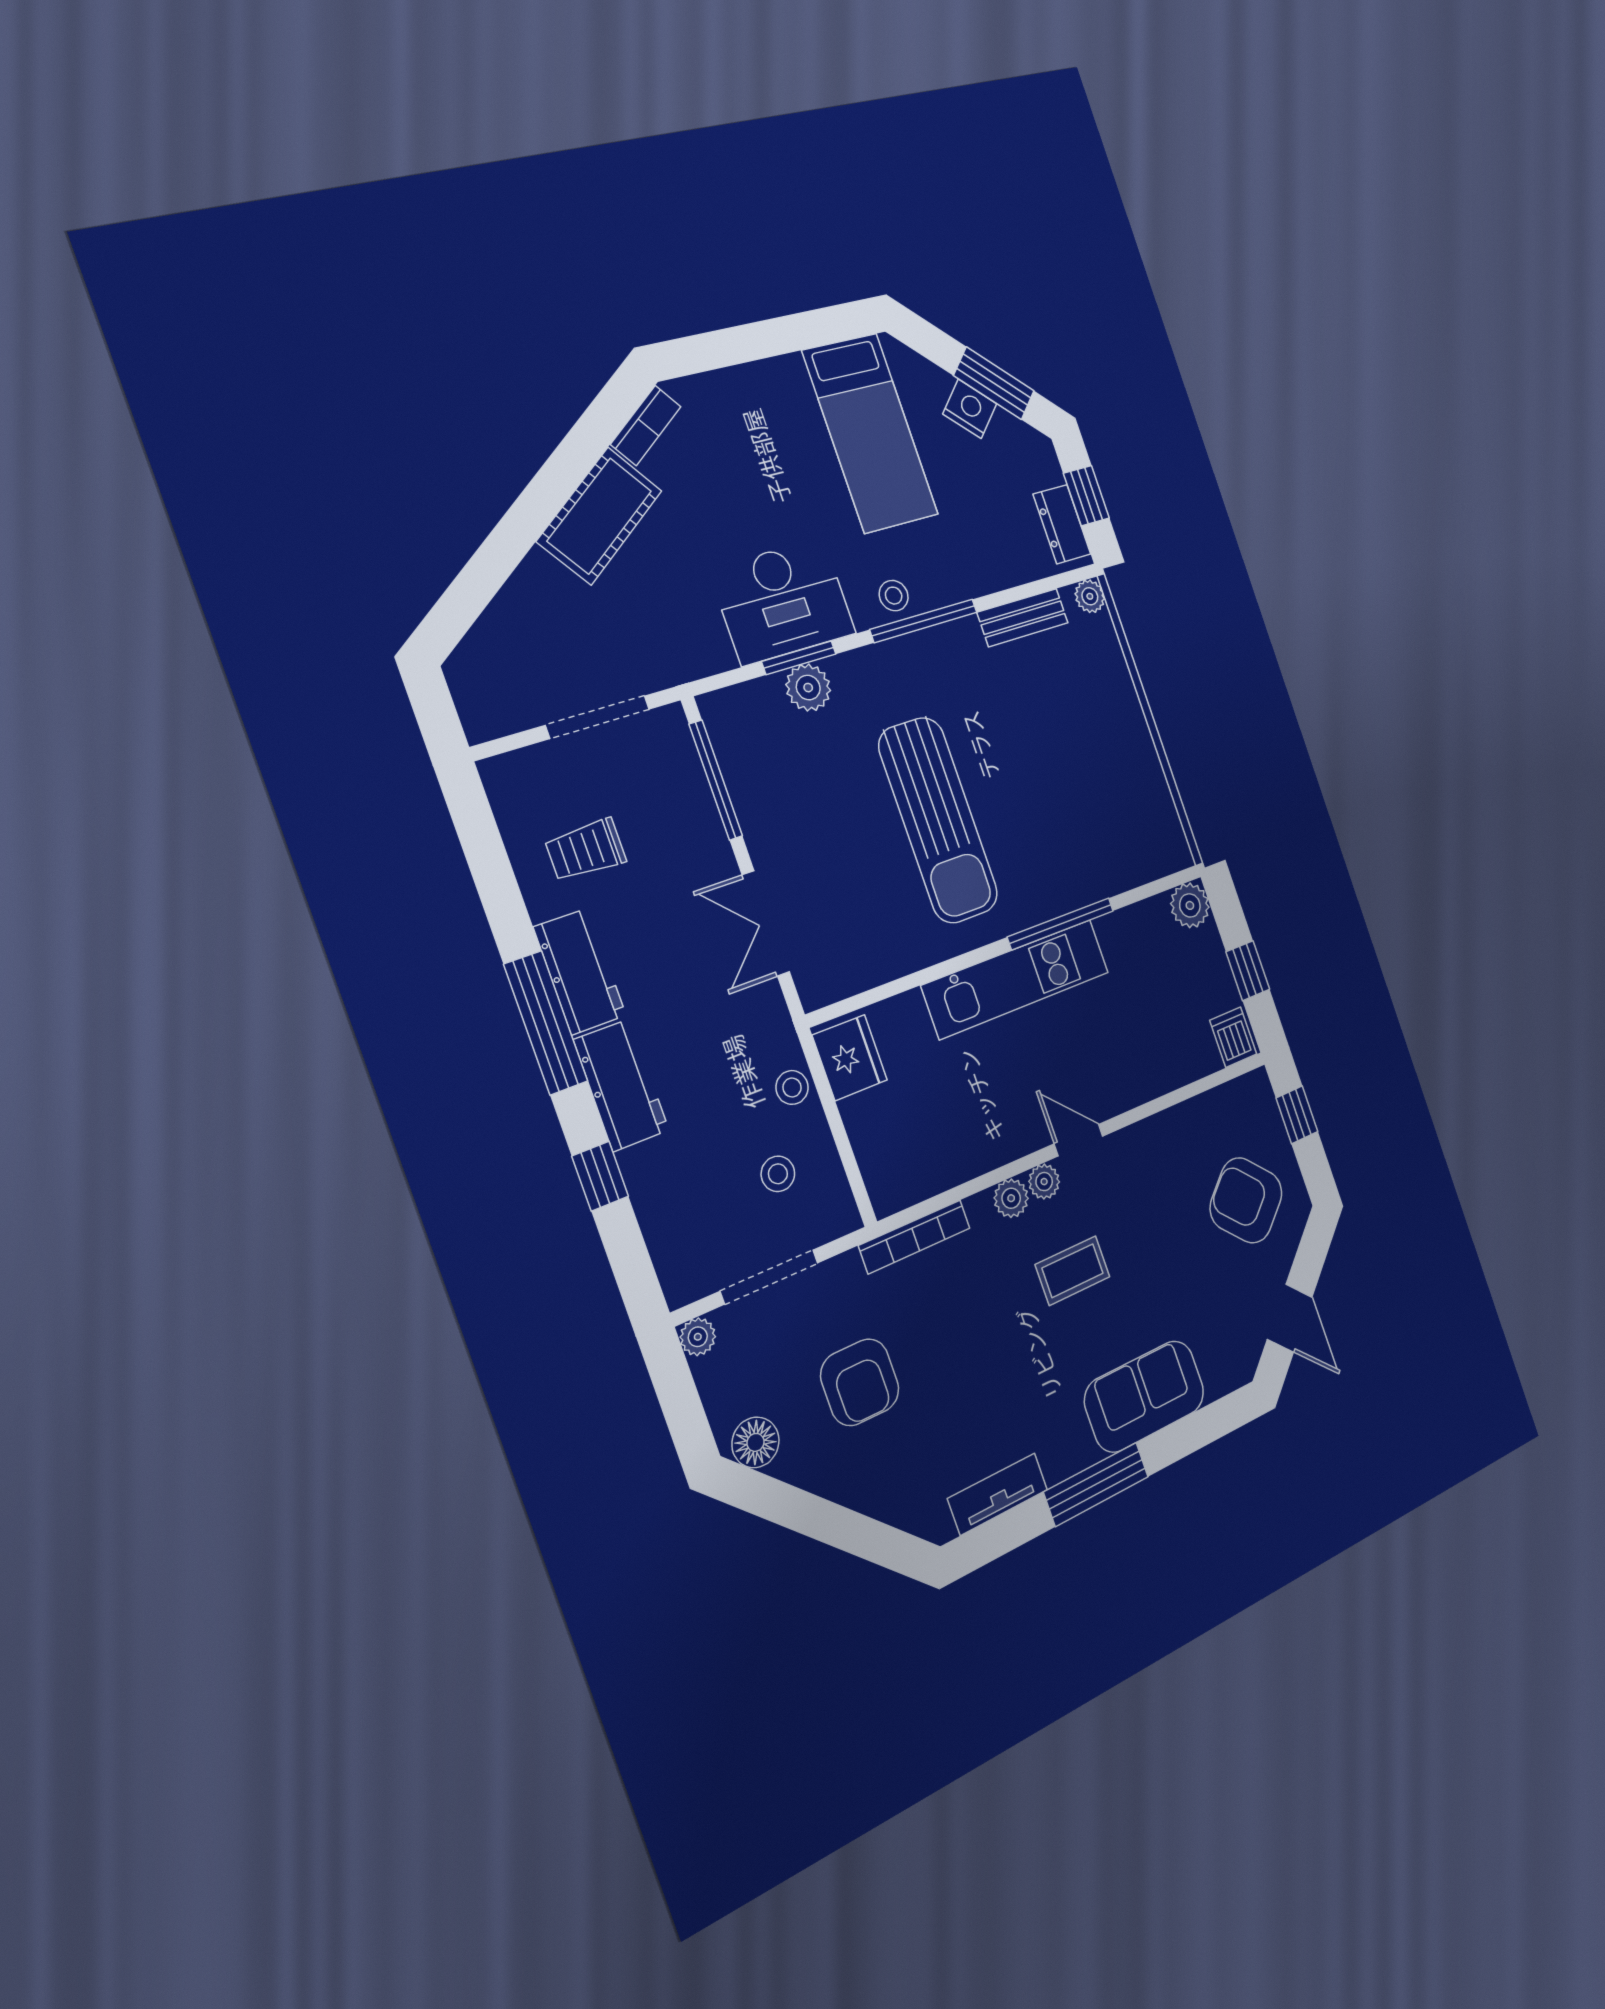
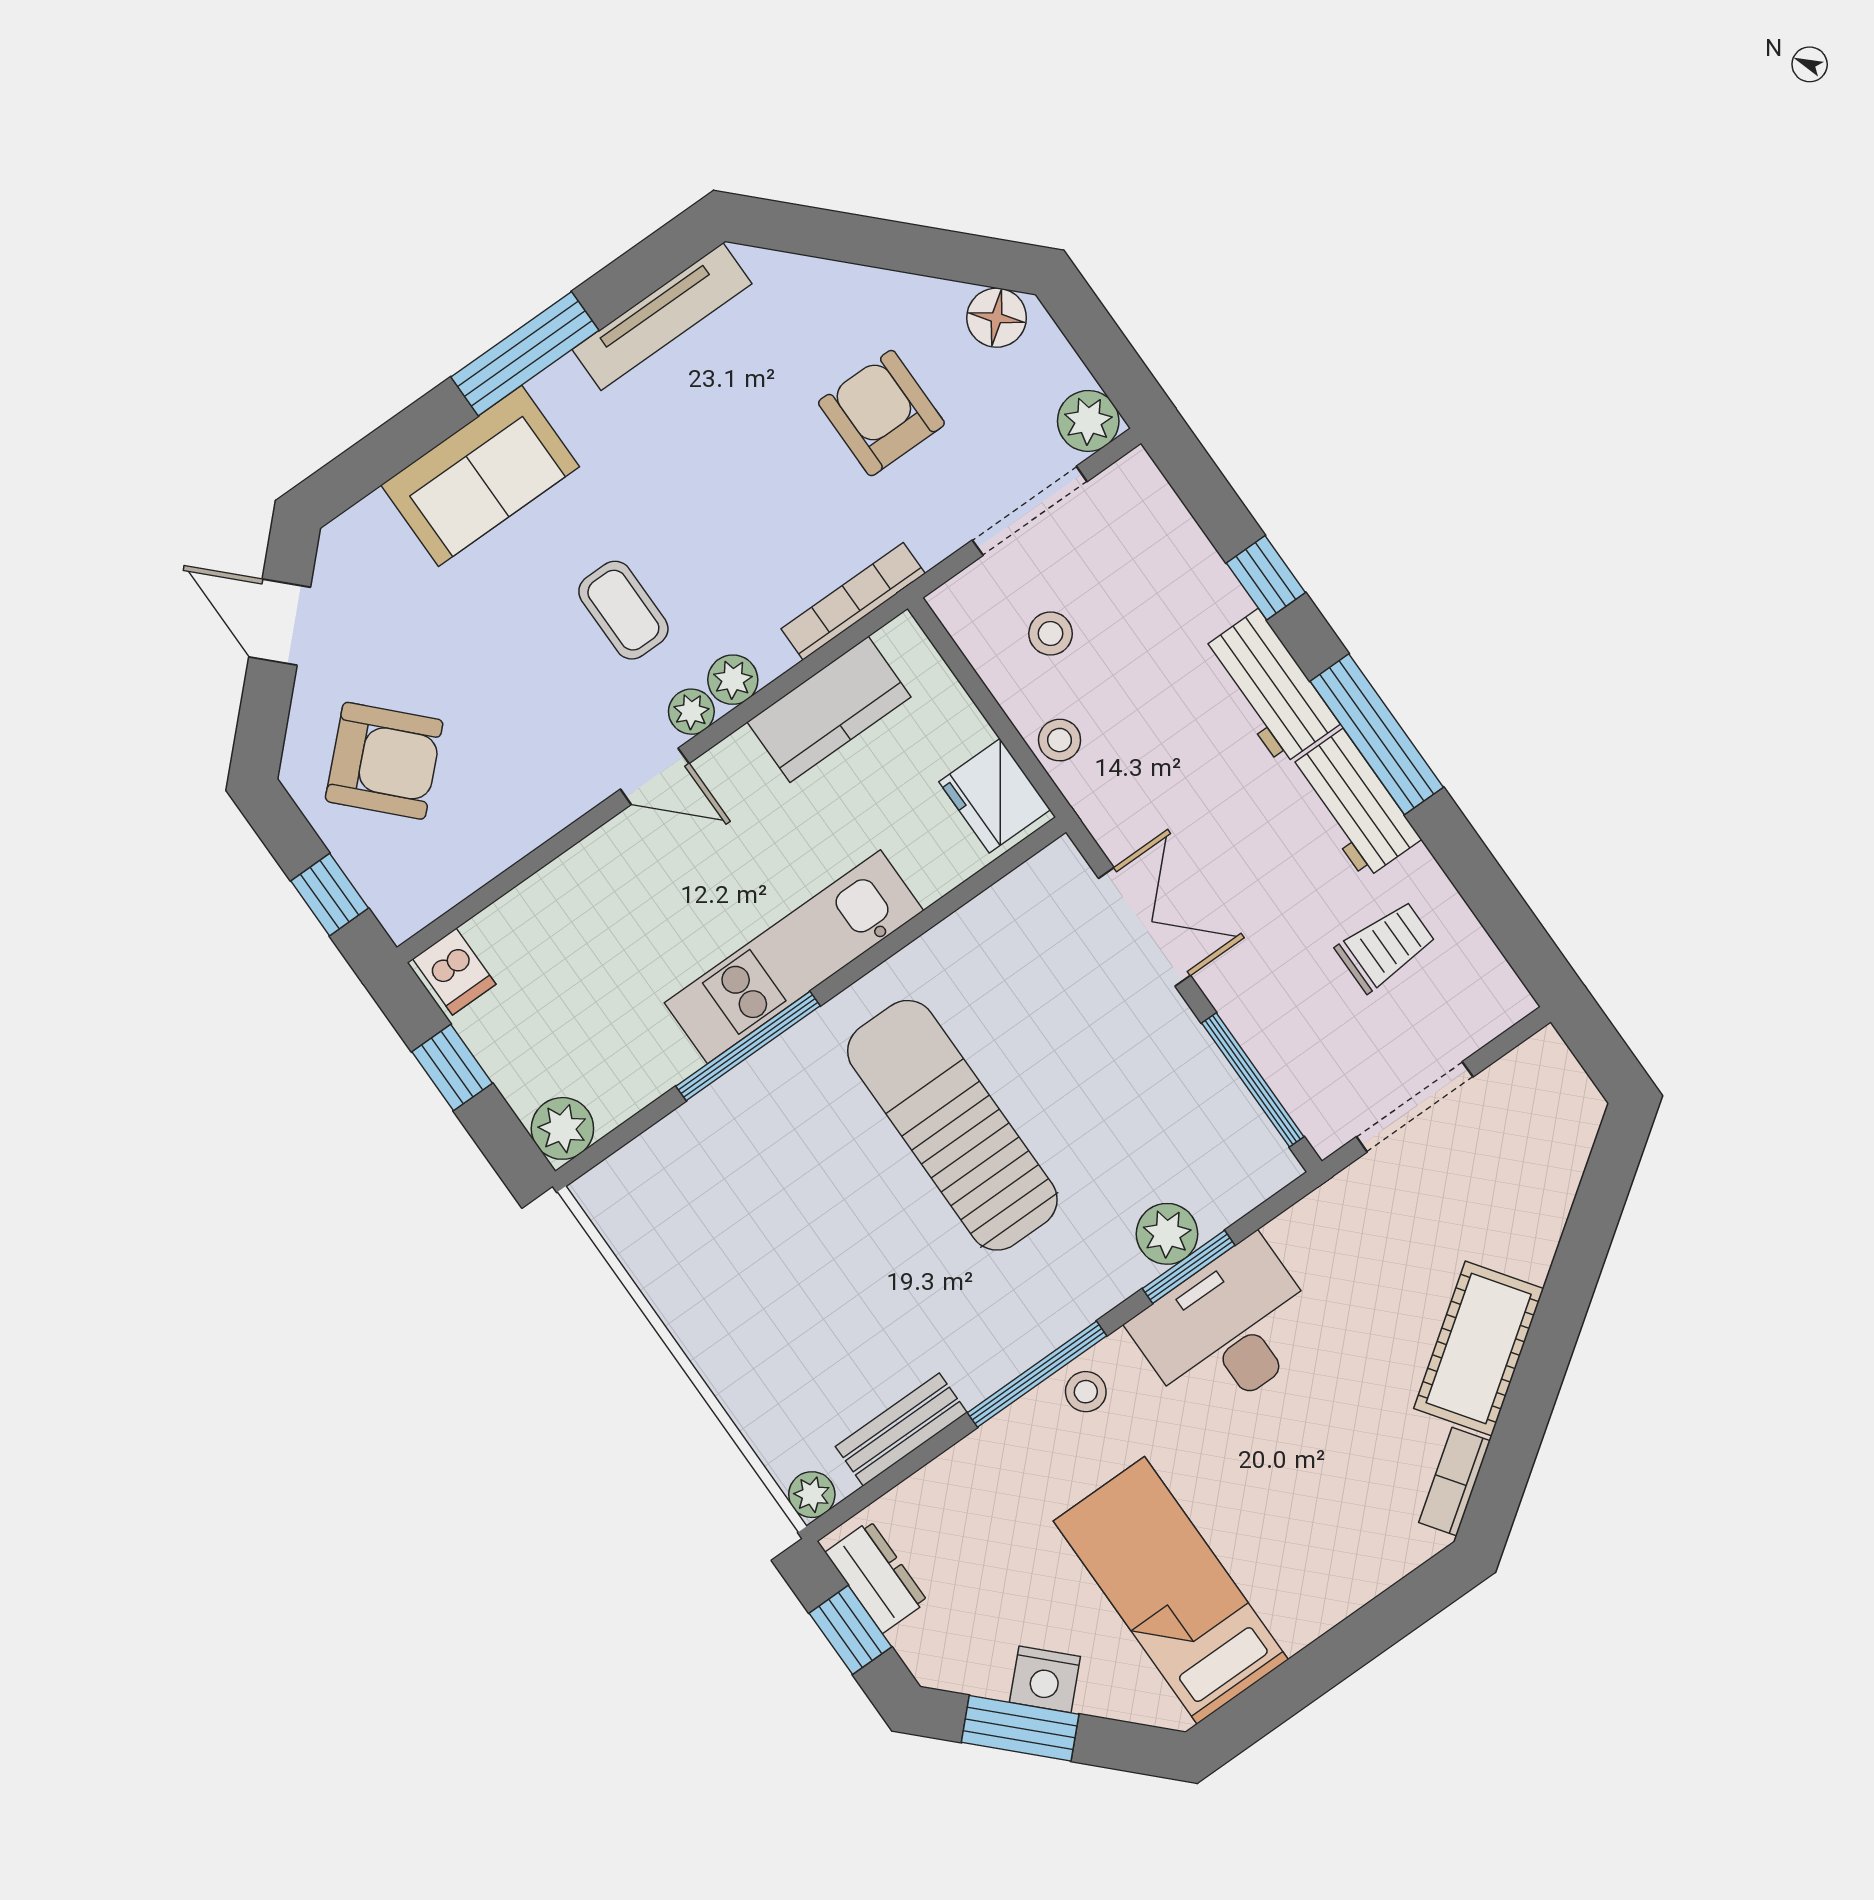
kitchen counter: (951, 1157) -> (829, 709), added
coffee table: (1073, 1271) -> (623, 610), turned 90
plant: (698, 1337) -> (1088, 421), width x1.38, depth x1.38
tv unit: (998, 1494) -> (662, 317), width x1.41

